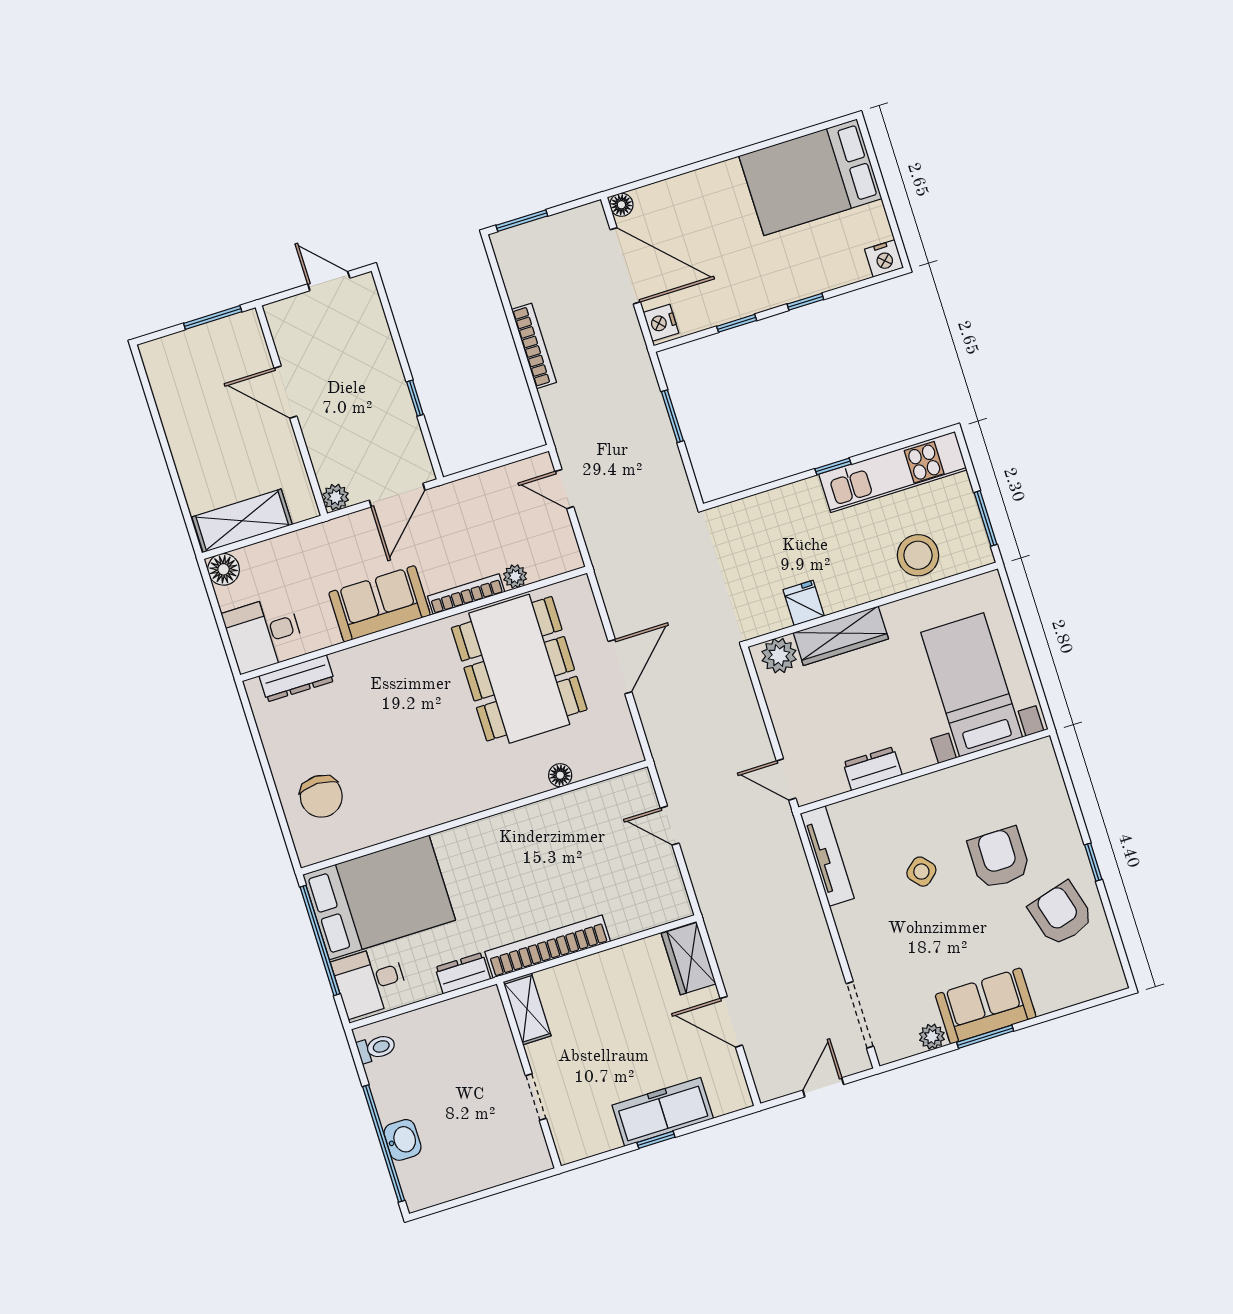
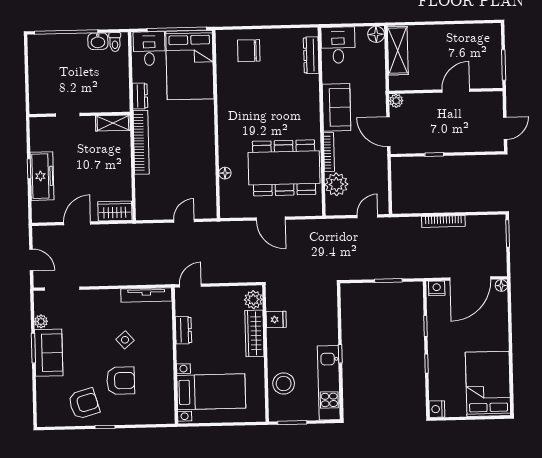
plant: (515, 576) -> (336, 184), width x1.88, depth x1.88
washbasin: (403, 1140) -> (98, 41), moved

